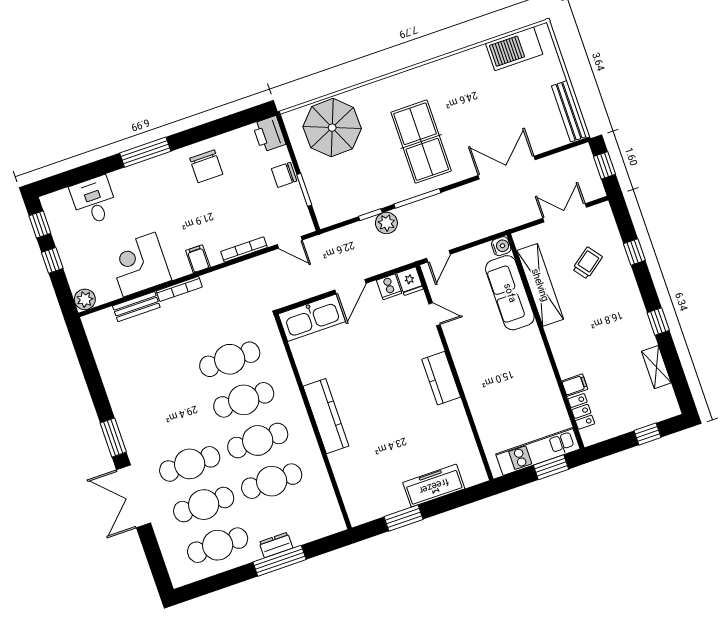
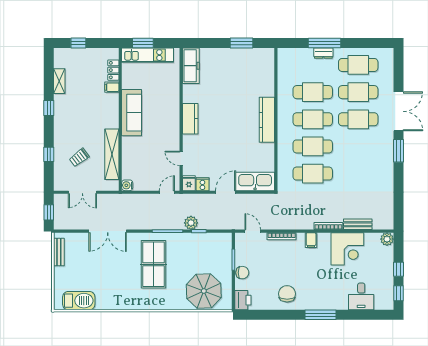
bench: (569, 111) -> (59, 252), width x0.73
sofa: (510, 293) -> (132, 113), moved
freezer: (434, 486) -> (191, 66), moved, turned -90

